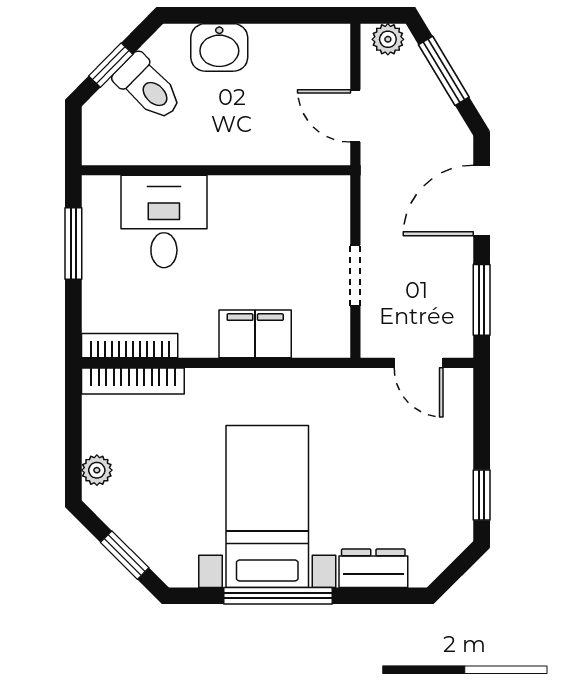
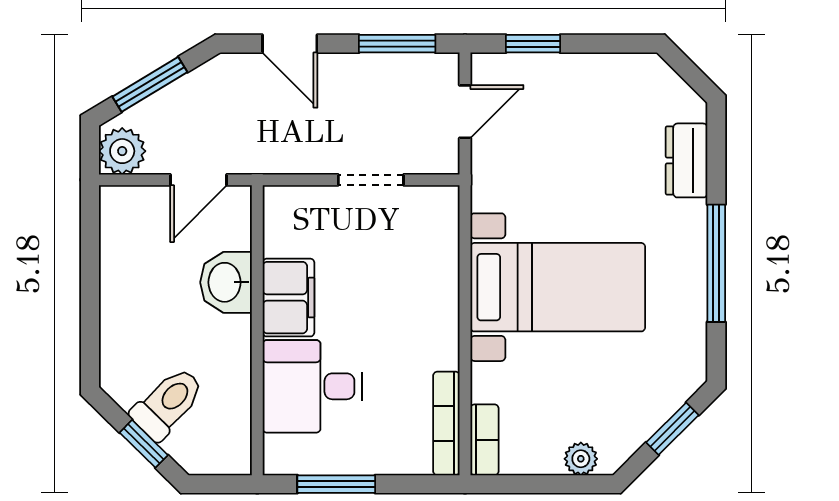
plant: (388, 39) -> (122, 151), width x1.38, depth x1.38
washbasin: (219, 47) -> (226, 282), moved, turned 180
door: (482, 200) -> (290, 44), width x0.73
filing cabinet: (255, 334) -> (288, 298), moved, turned 180
bookcase: (133, 381) -> (485, 440), width x0.64
window: (482, 495) -> (533, 44), moved
bed with nightstands: (267, 506) -> (558, 287), moved, turned 180

